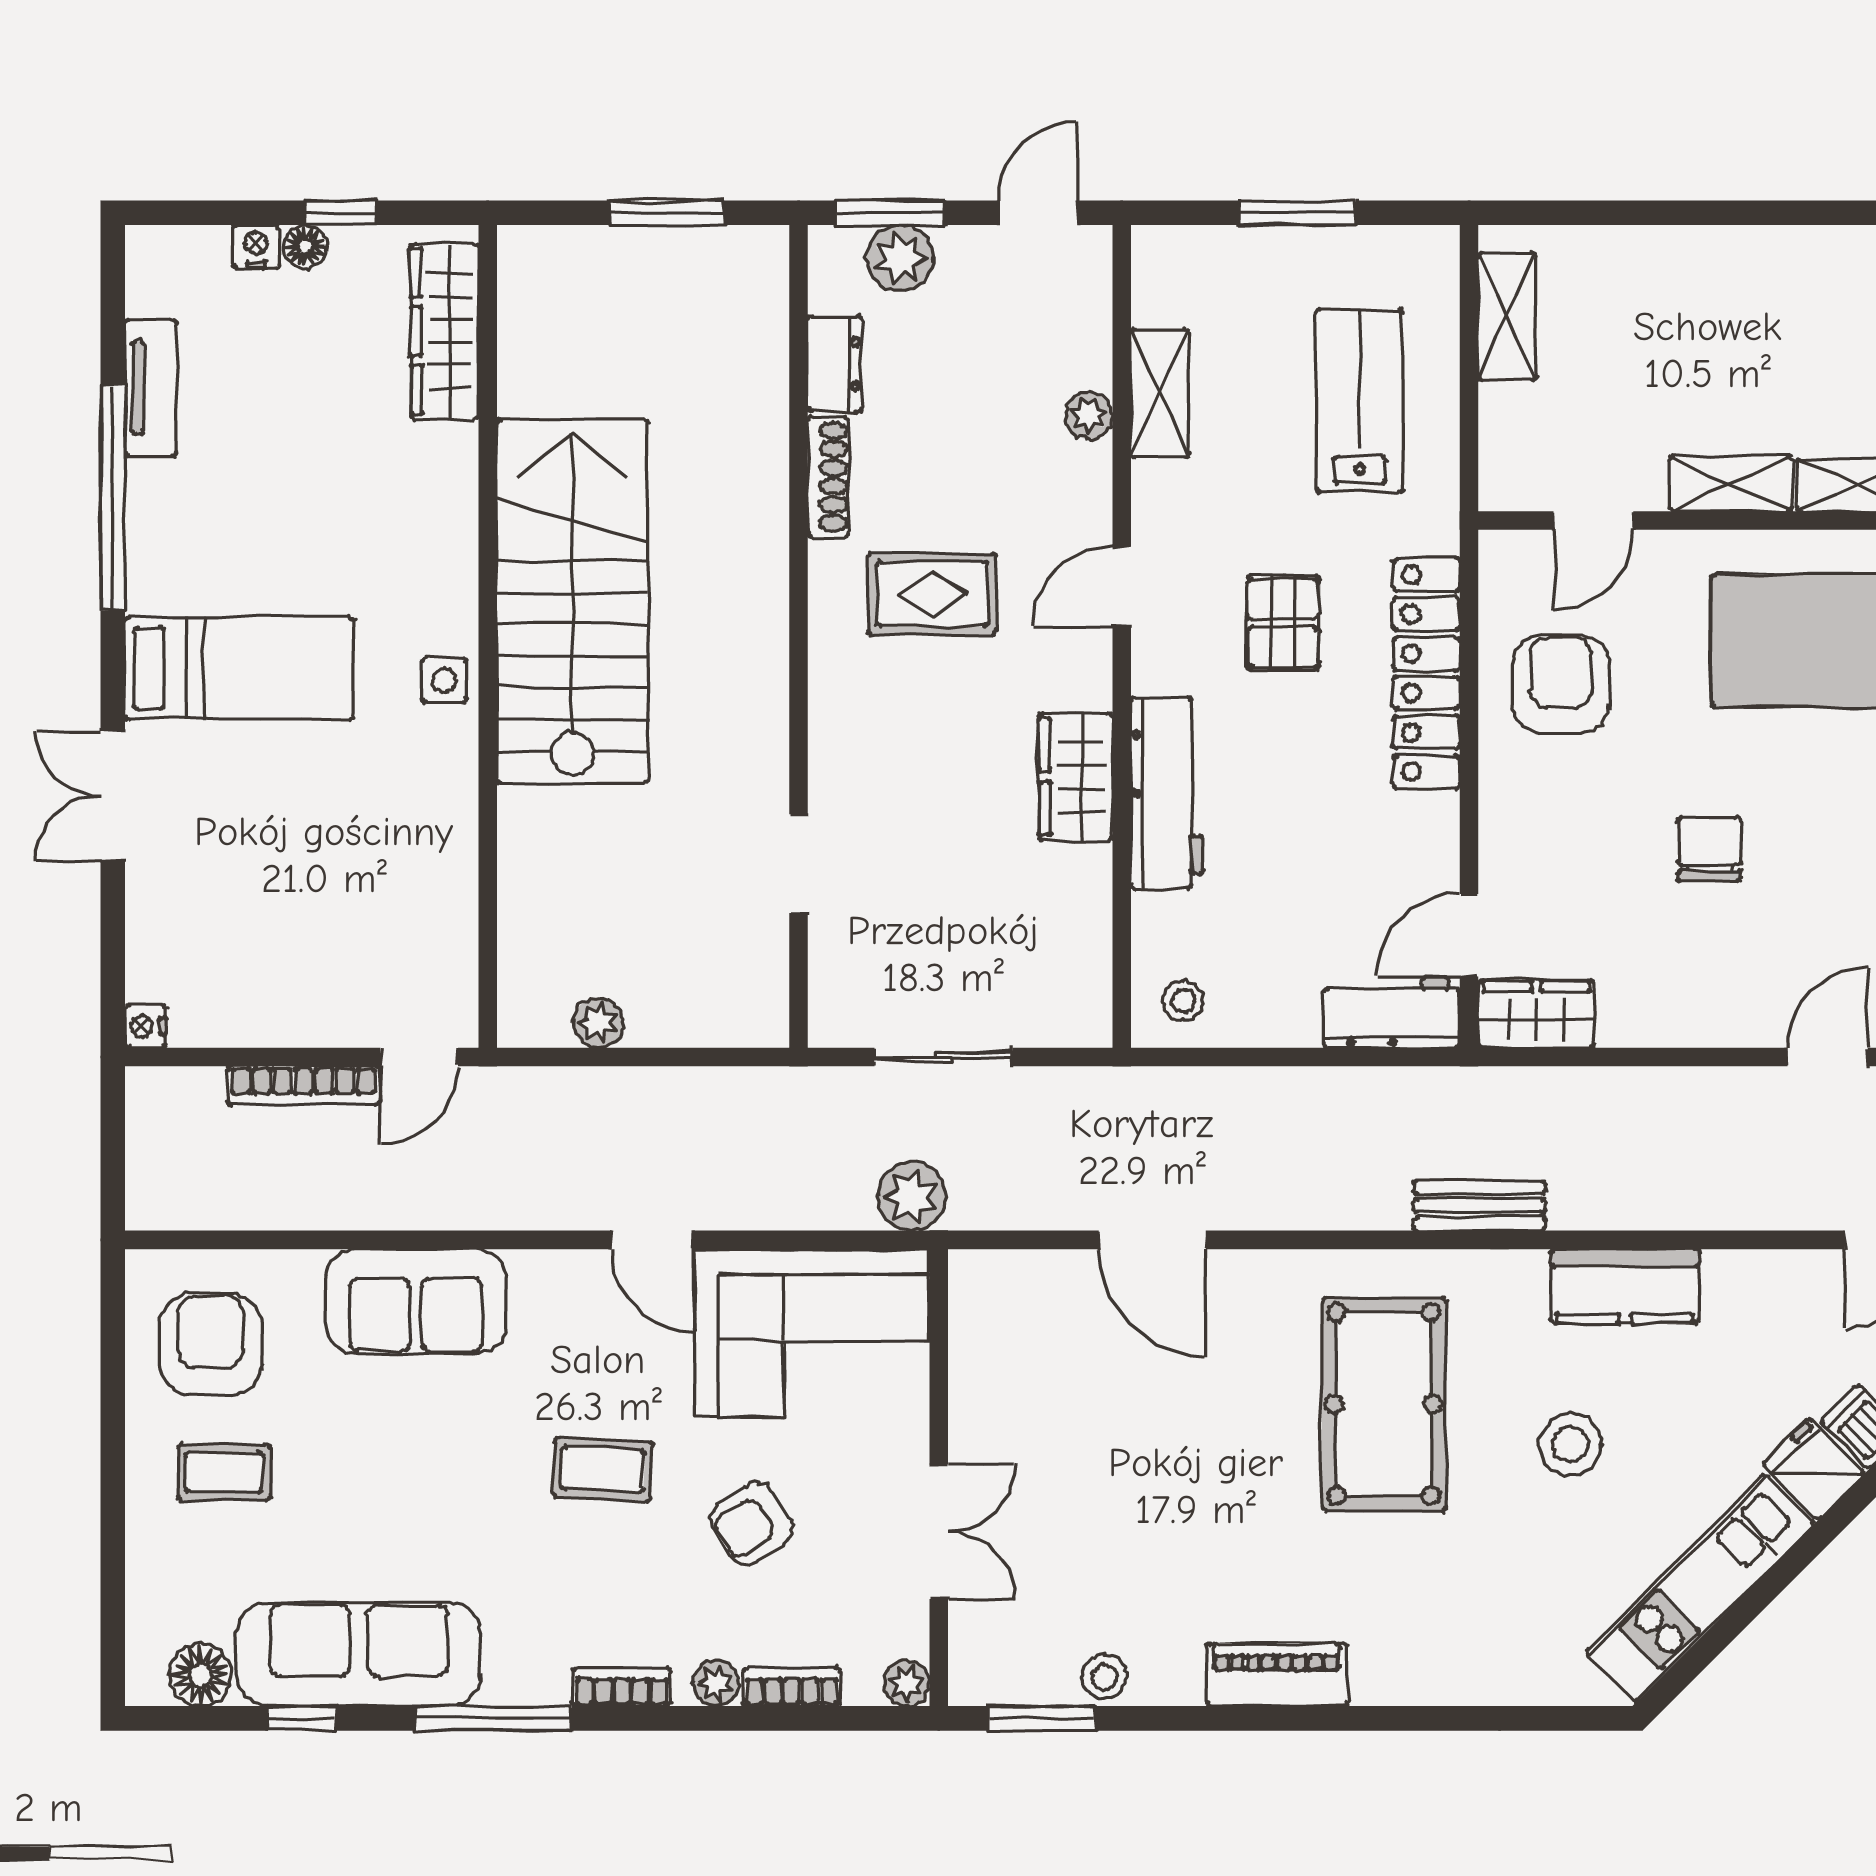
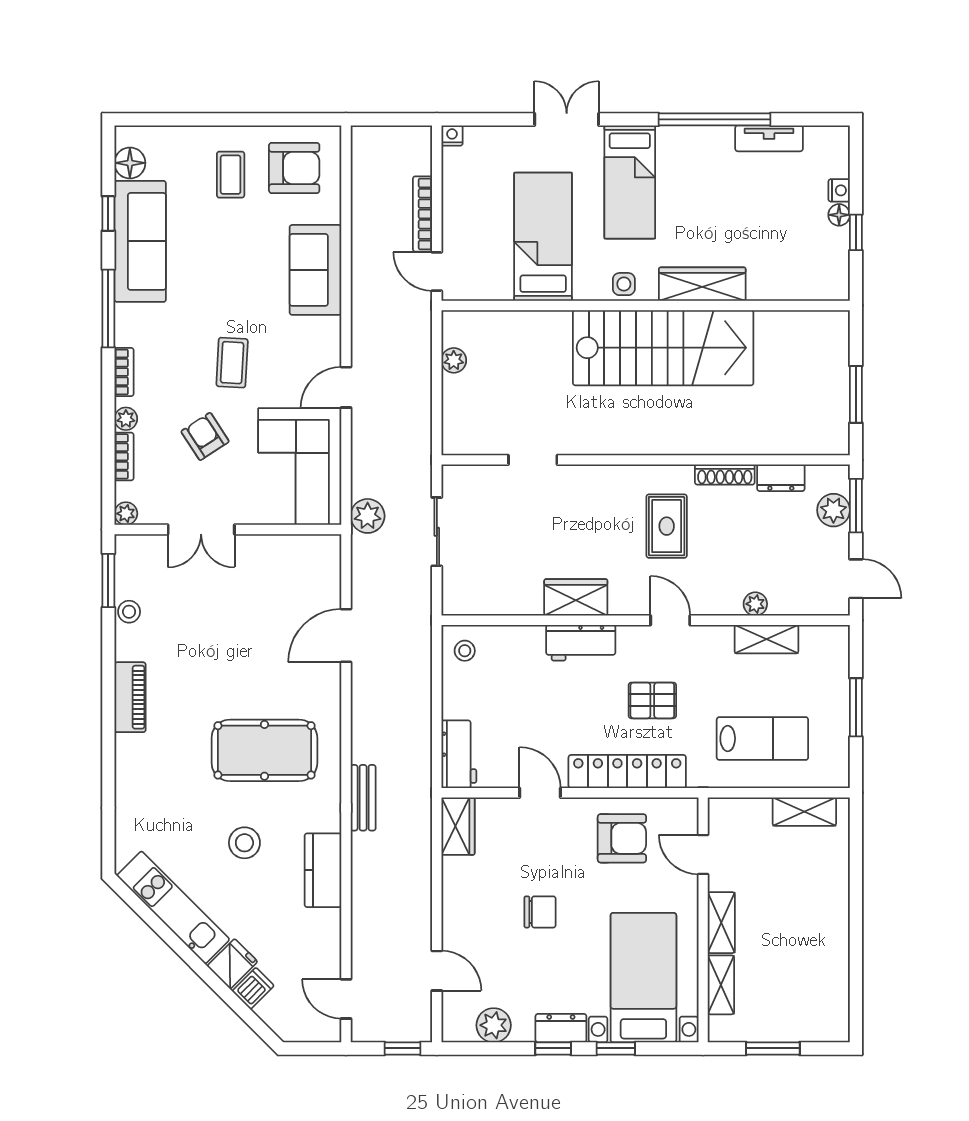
wardrobe: (445, 331) -> (702, 284), moved
workbench: (1167, 793) -> (581, 643), width x0.73
bed: (349, 843) -> (543, 237), added
door: (1469, 935) -> (540, 793), moved

